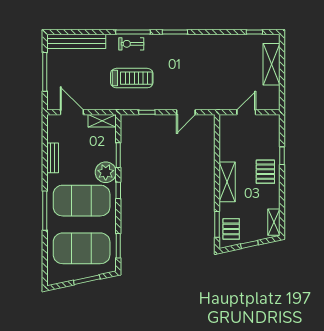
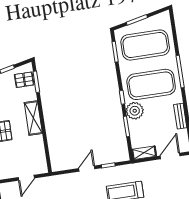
door: (72, 112) -> (170, 156), swing flipped
door: (186, 112) -> (87, 169), moved
pallet: (231, 229) -> (24, 80), turned 90

